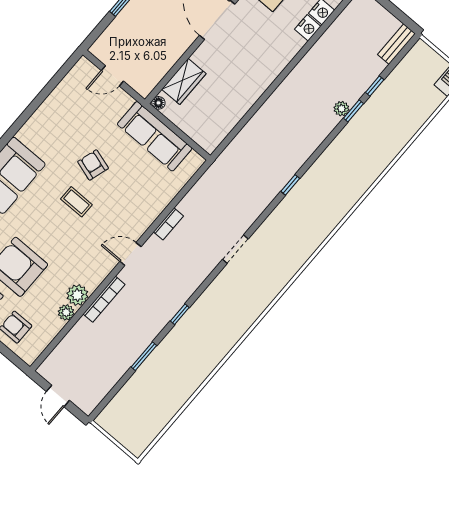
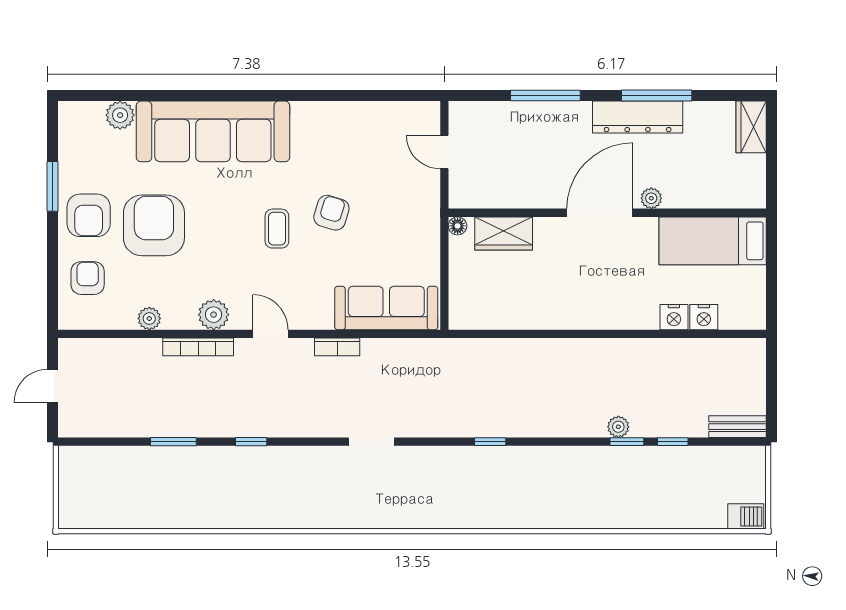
sofa: (155, 136) -> (386, 308), moved, turned 90
plant: (77, 295) -> (214, 315), moved

